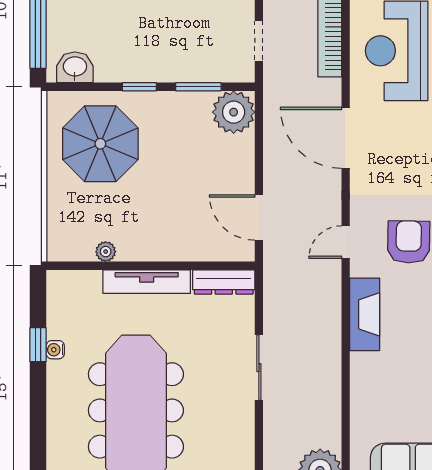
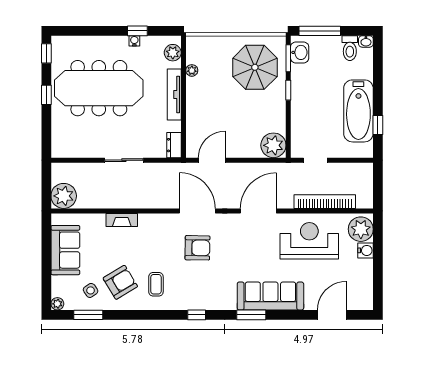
window: (198, 87) -> (288, 58), moved
door: (346, 242) -> (197, 211), width x1.88
dresser: (224, 282) -> (174, 145), width x0.70
plant: (75, 284) -> (173, 53), added
fireplace: (365, 314) -> (122, 220), moved, width x0.73, depth x0.76

